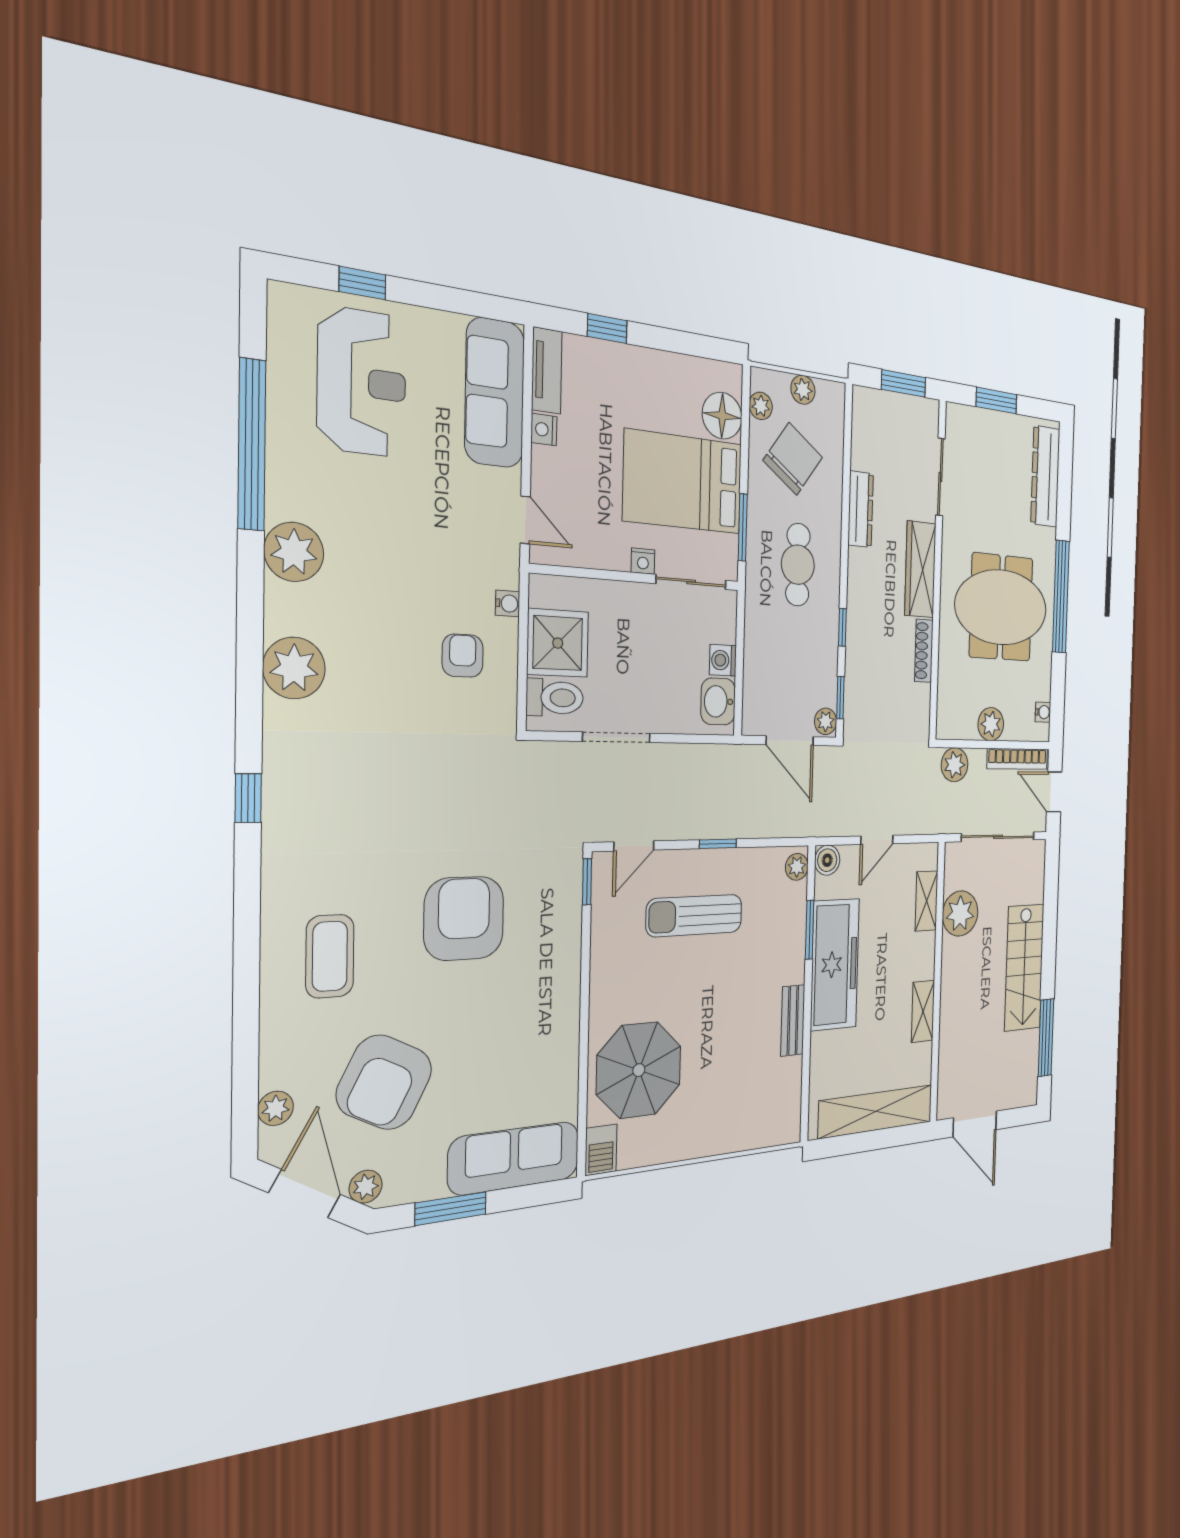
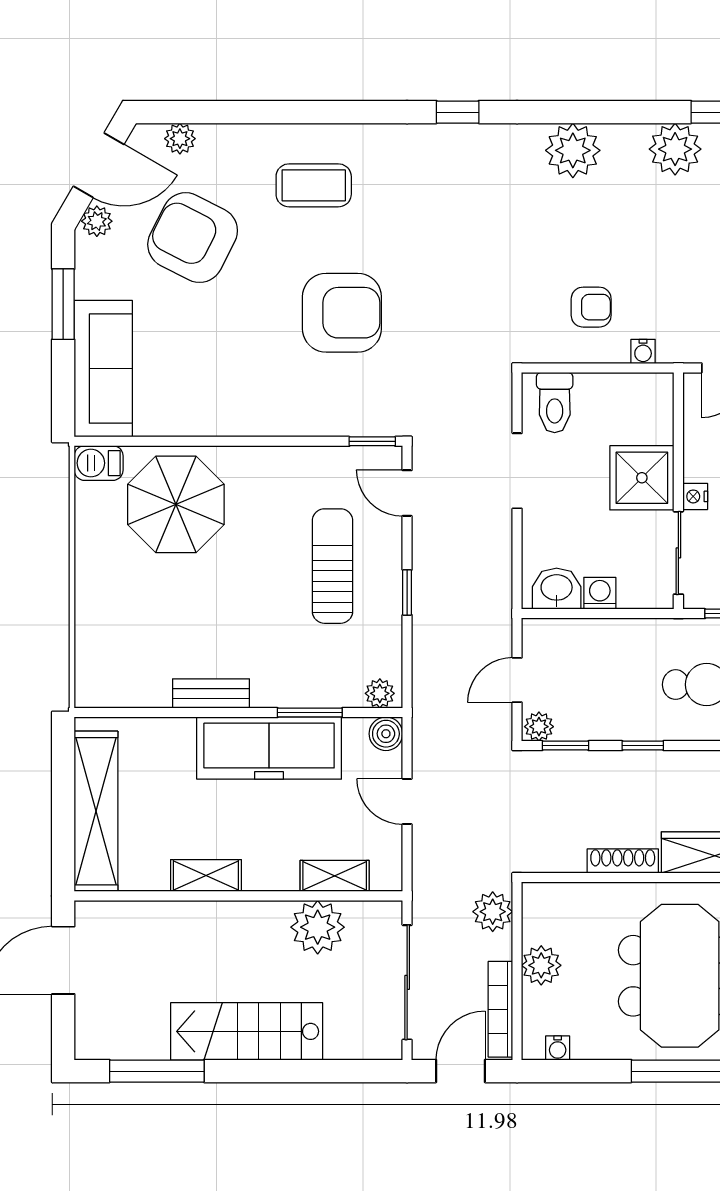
shower: (558, 643) -> (642, 478), moved
door: (790, 741) -> (517, 680), width x0.73

